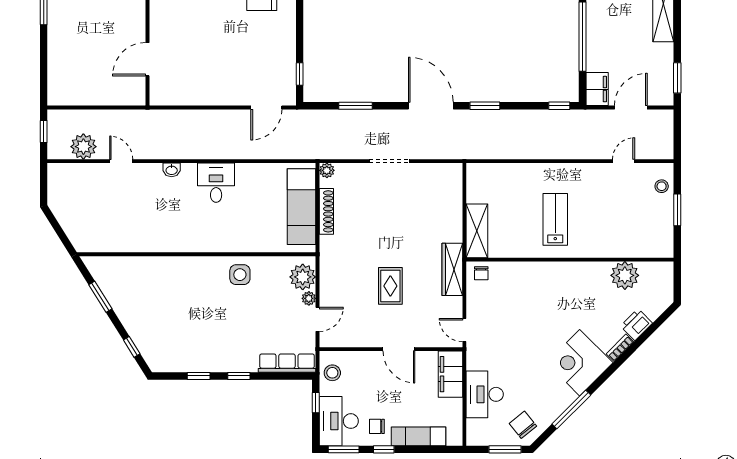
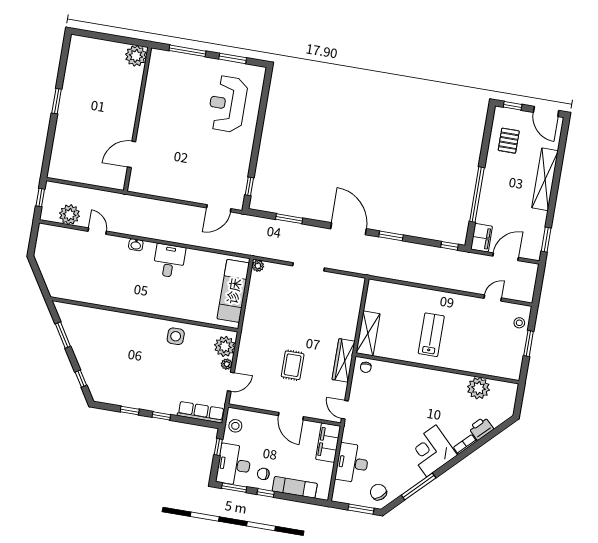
shoe rack: (326, 211) -> (252, 298), removed

